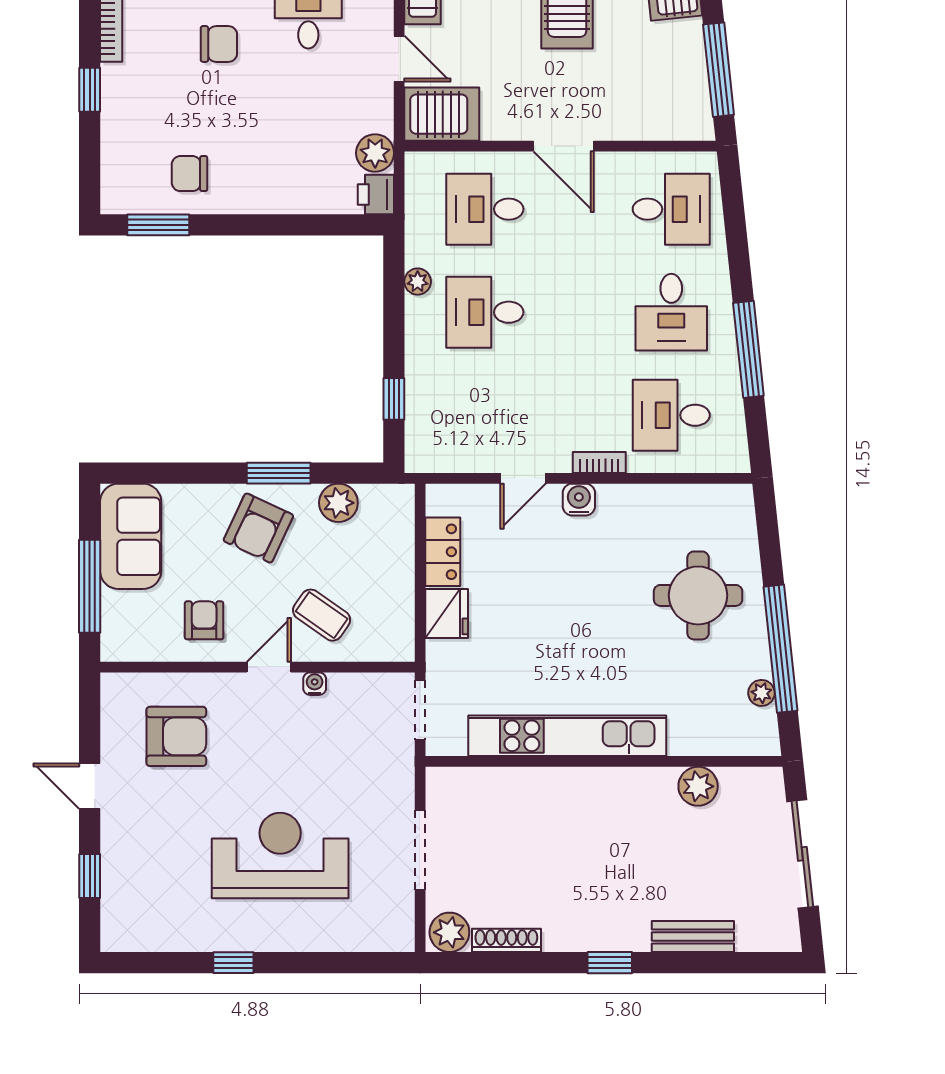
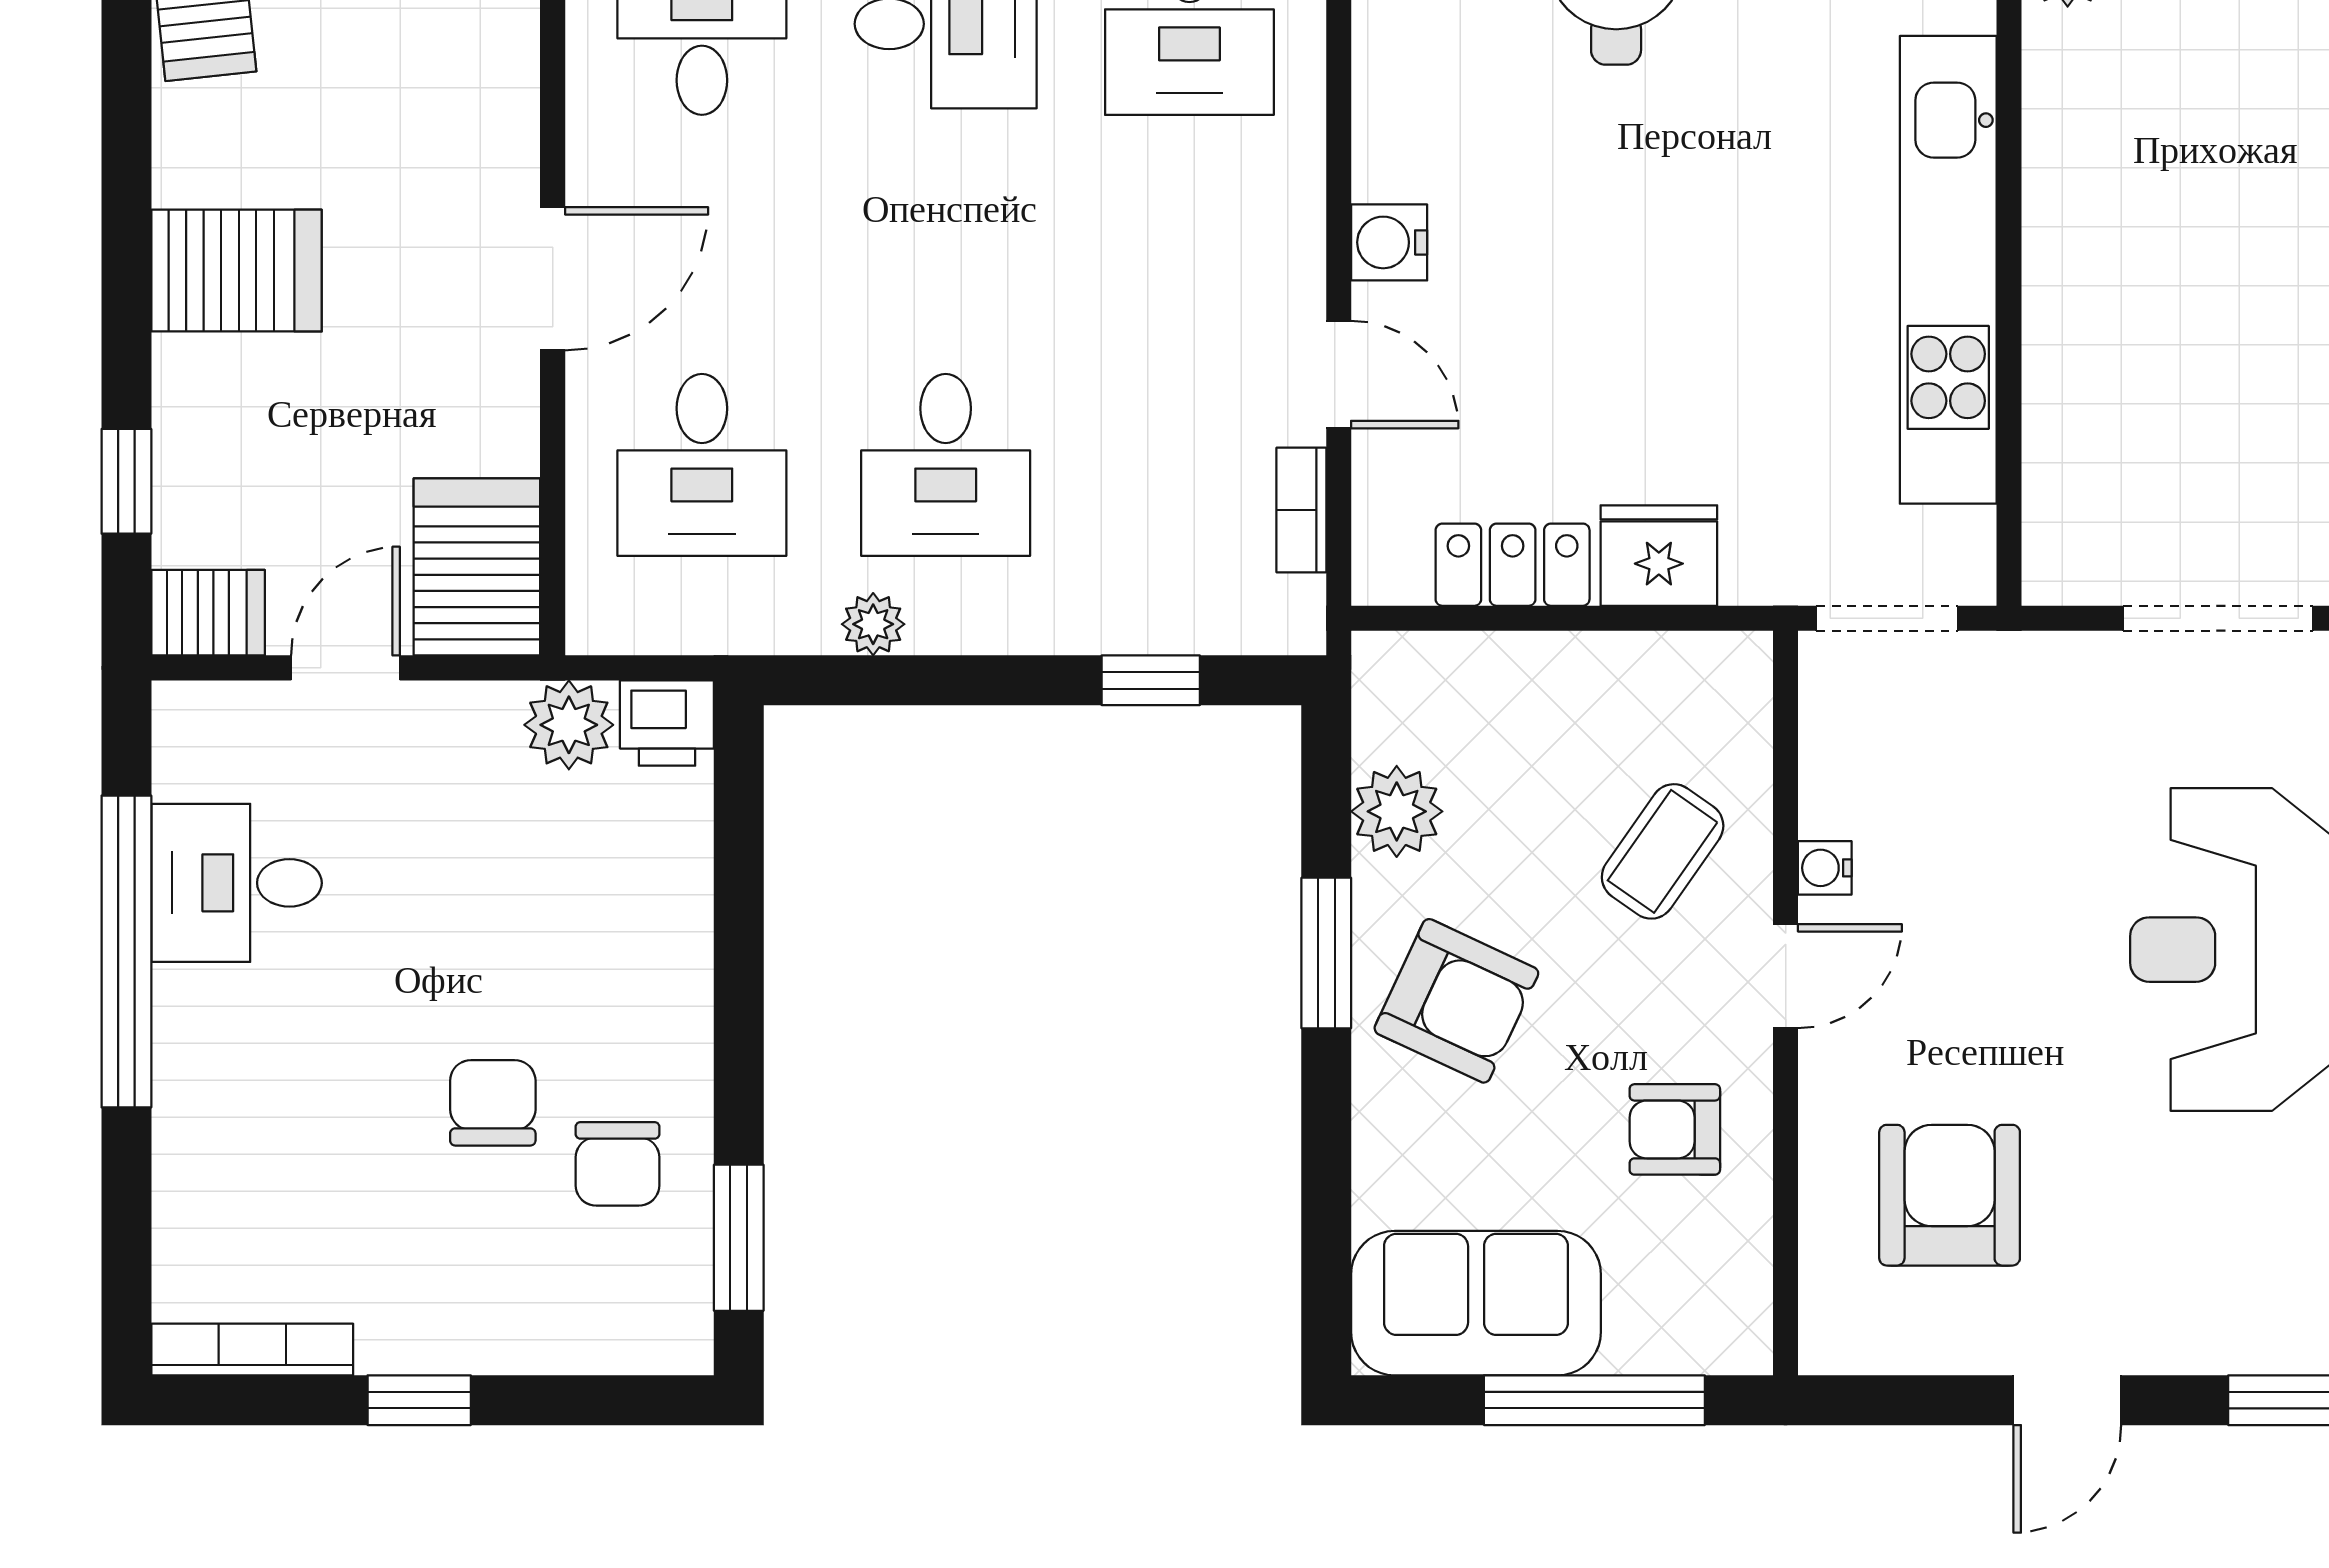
chair: (219, 44) -> (493, 1103), moved
bookcase: (599, 462) -> (1301, 510), moved
door: (269, 667) -> (1786, 976), swing flipped

